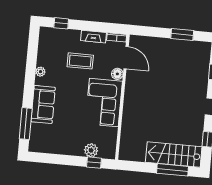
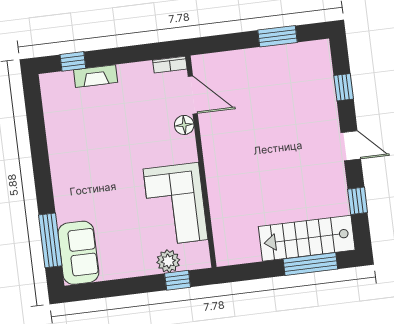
fireplace: (93, 37) -> (96, 76), moved
coffee table: (80, 61) -> (118, 117), removed
plant: (40, 72) -> (56, 149), removed
corner sofa: (104, 103) -> (176, 204), moved
sofa: (43, 104) -> (78, 253), moved

